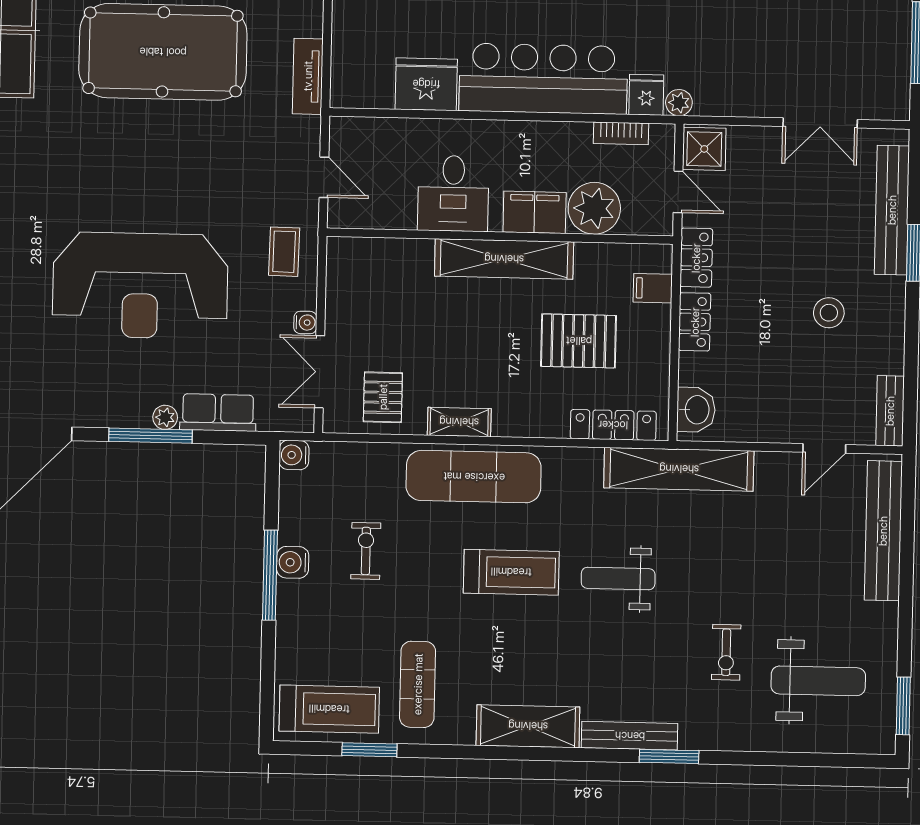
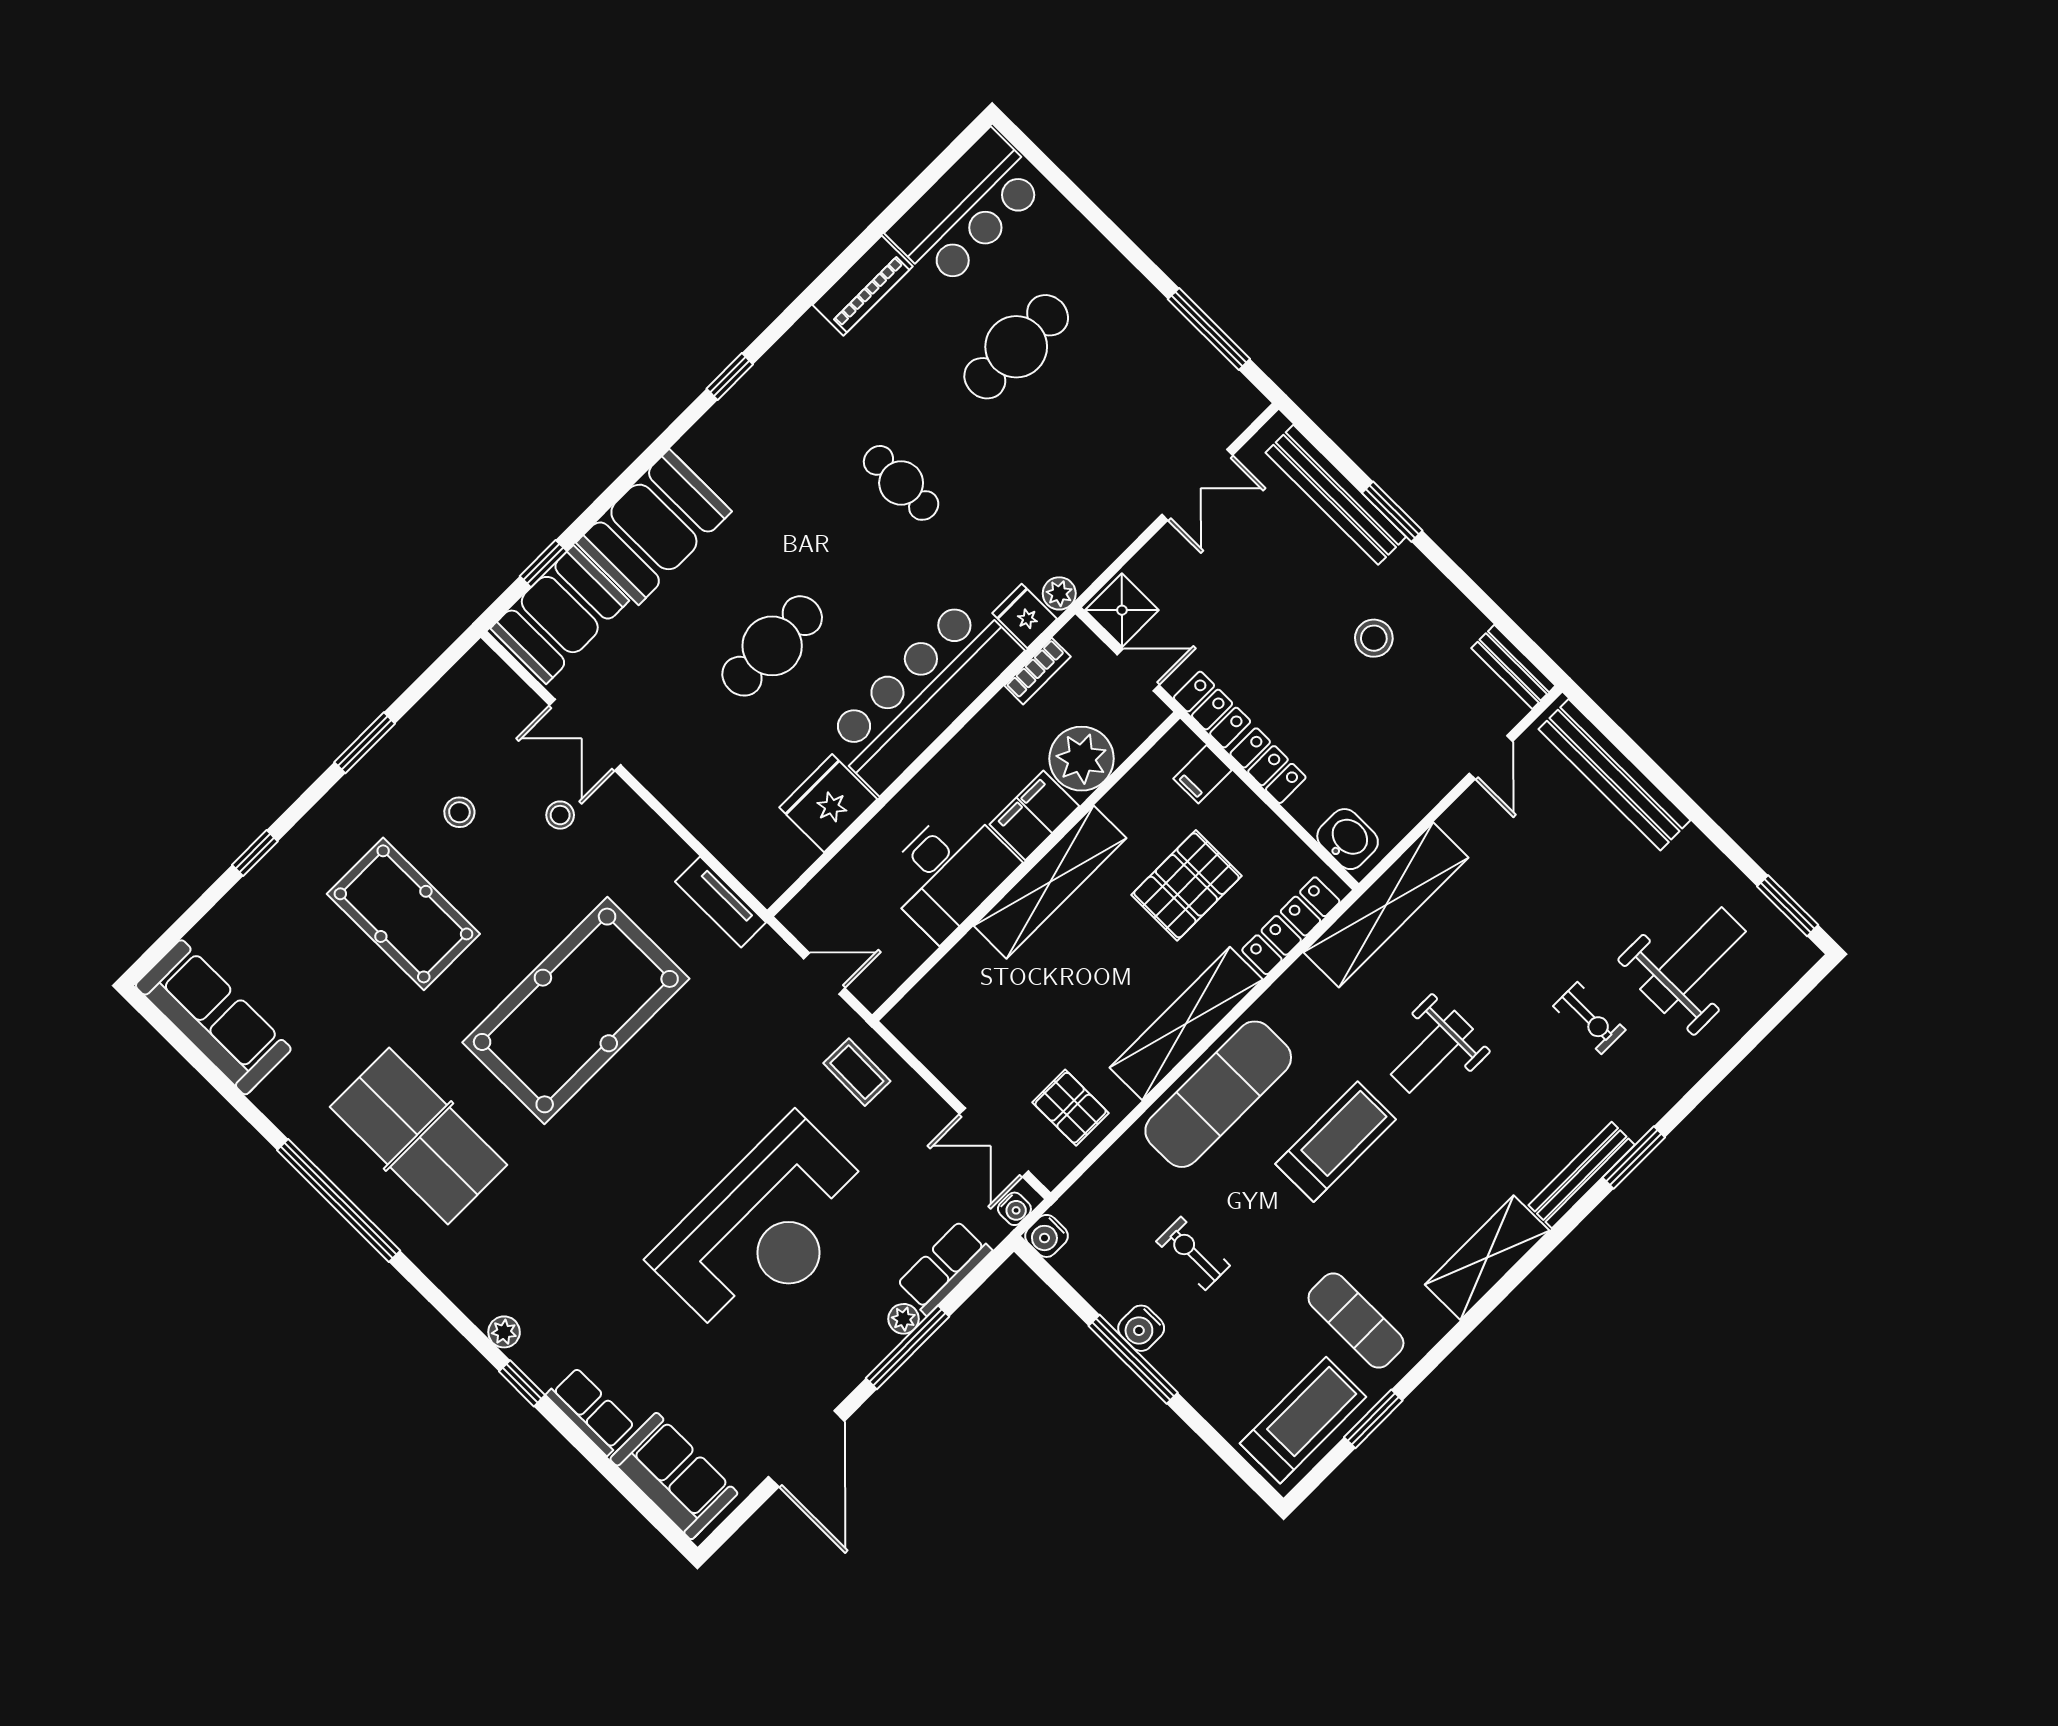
desk: (453, 193) -> (948, 872), width x1.37
water cooler: (305, 322) -> (1014, 1209), moved, turned 90
shelving: (459, 422) -> (1186, 1024), width x2.20, depth x1.33

